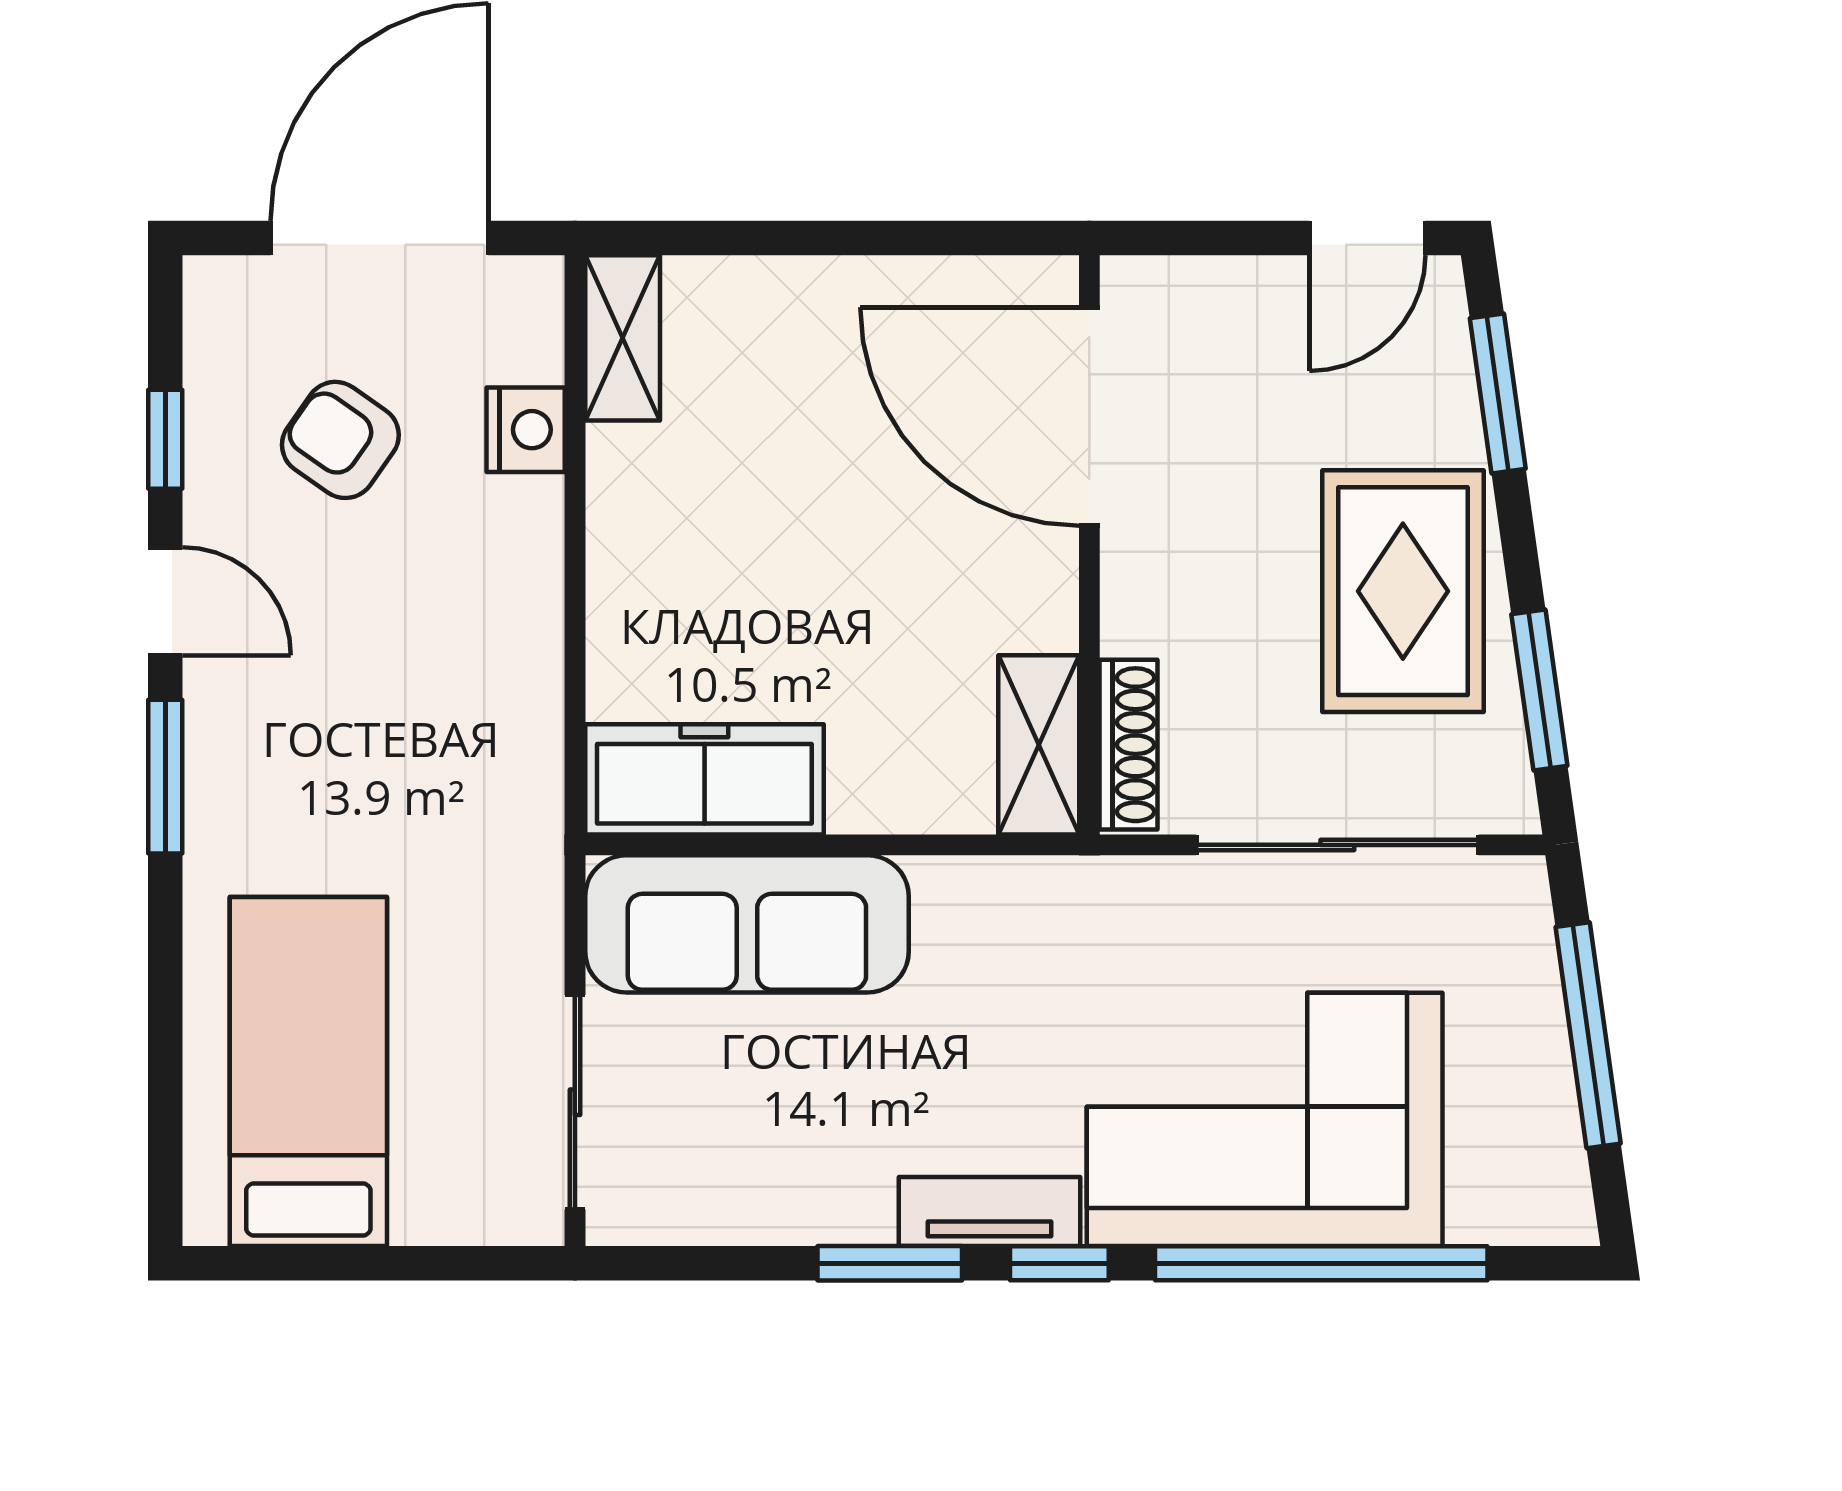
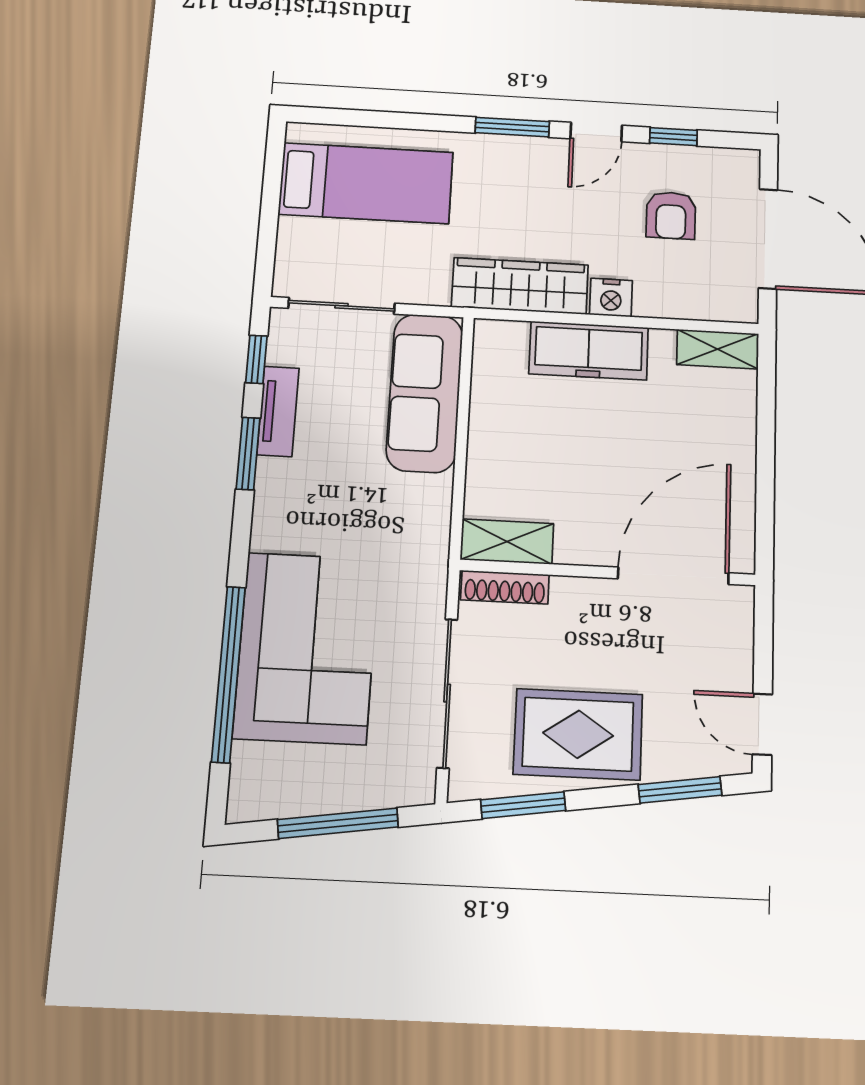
nightstand: (526, 430) -> (611, 298), moved
armchair: (340, 440) -> (671, 215), turned 145
wardrobe: (512, 744) -> (520, 286), added
freezer: (704, 779) -> (589, 351), moved, turned 90
tv unit: (989, 1212) -> (278, 411), moved
window: (1059, 1263) -> (256, 359), moved

